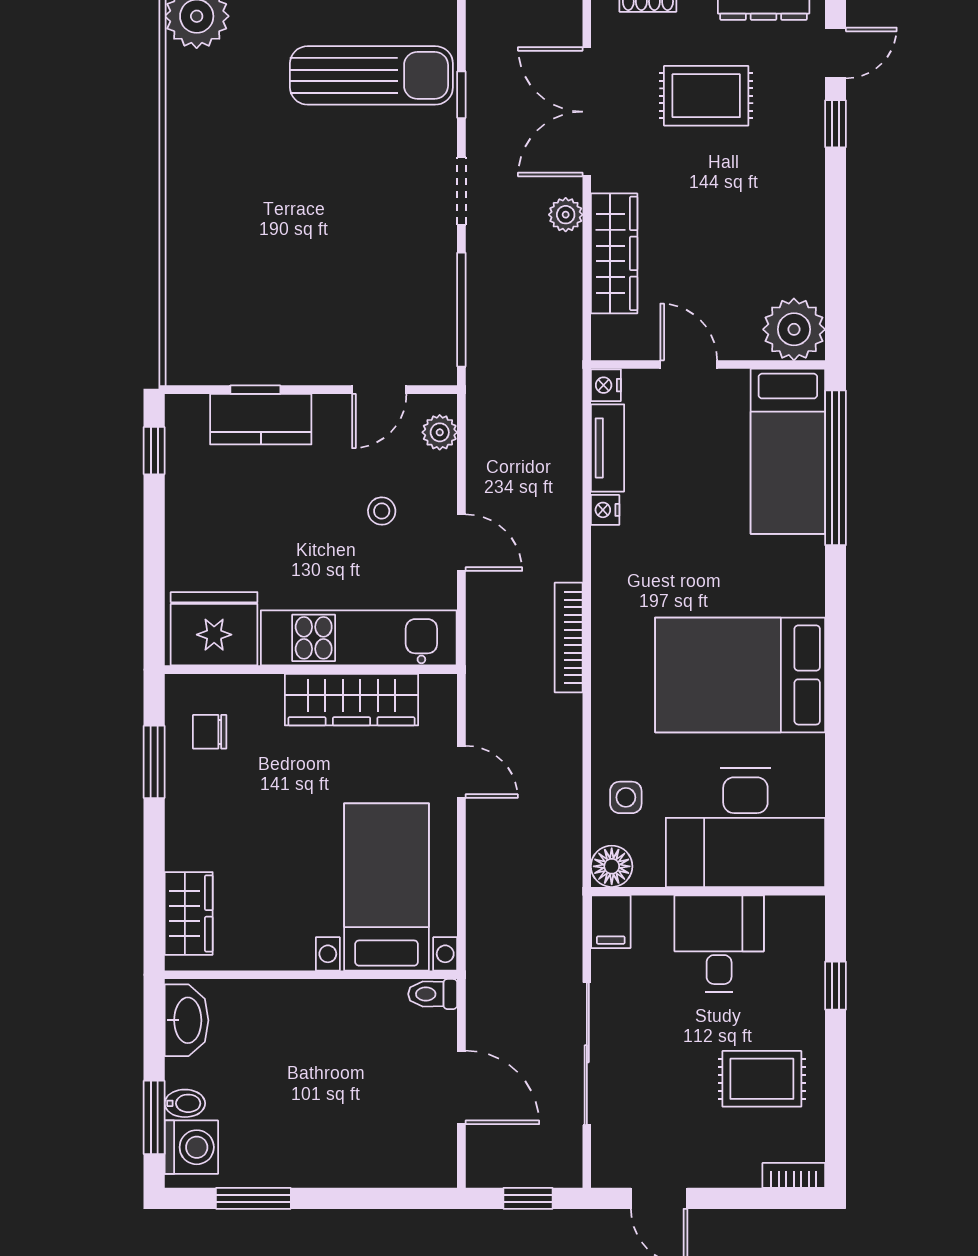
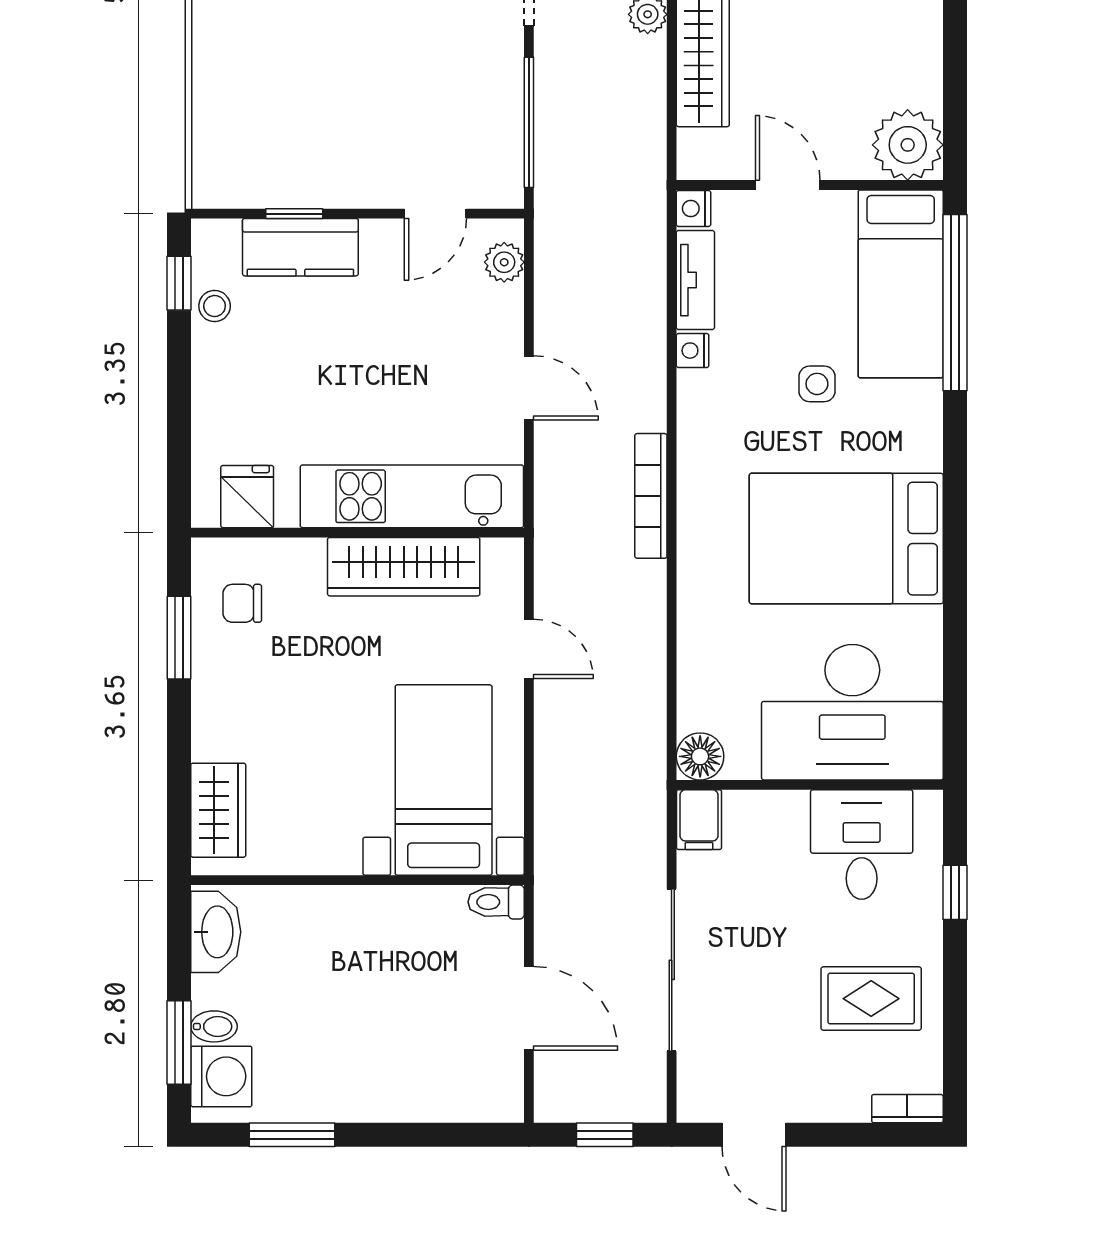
stool: (382, 511) -> (215, 306), moved
fridge: (214, 629) -> (247, 497), width x0.53, depth x0.75
side table: (626, 797) -> (817, 384), moved
desk: (719, 944) -> (862, 844), moved

